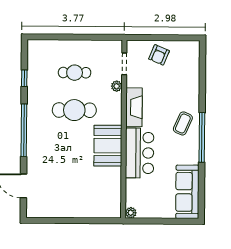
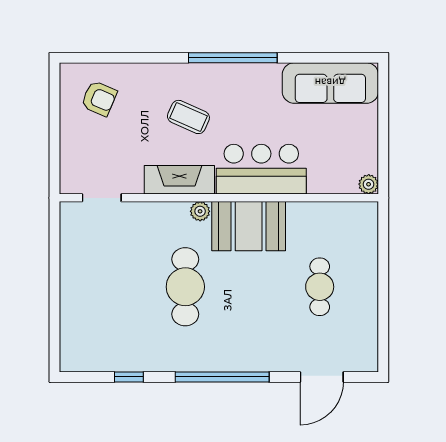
armchair: (159, 55) -> (99, 98), moved
cafe table: (75, 73) -> (320, 287), moved
plant: (117, 86) -> (200, 211), moved
coffee table: (183, 123) -> (188, 117), moved

